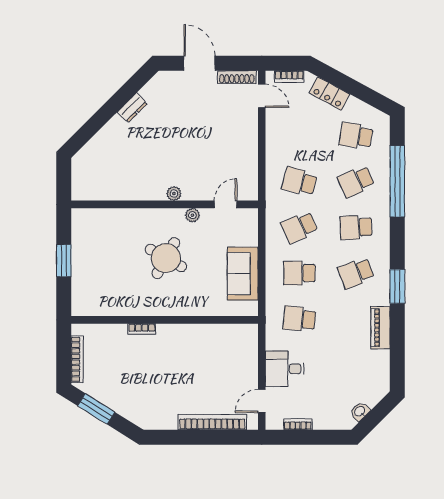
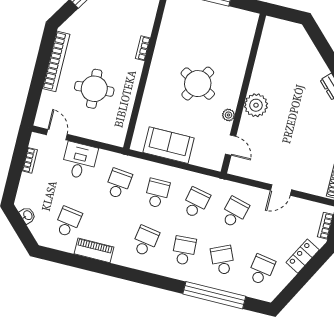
door: (262, 96) -> (281, 190), moved
plant: (174, 194) -> (256, 105), width x1.88, depth x1.88
school desk: (299, 227) -> (196, 203), turned 36
school desk: (356, 273) -> (145, 241), turned 30
window: (397, 286) -> (125, 273), removed
school desk: (356, 365) -> (68, 222), added
round table: (200, 372) -> (94, 89), added
bookcase: (212, 422) -> (56, 61), moved

